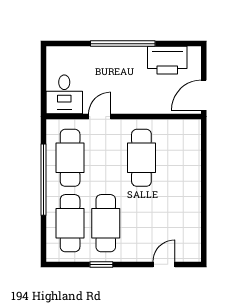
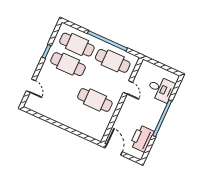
desk: (64, 94) -> (161, 89), moved, turned 180

